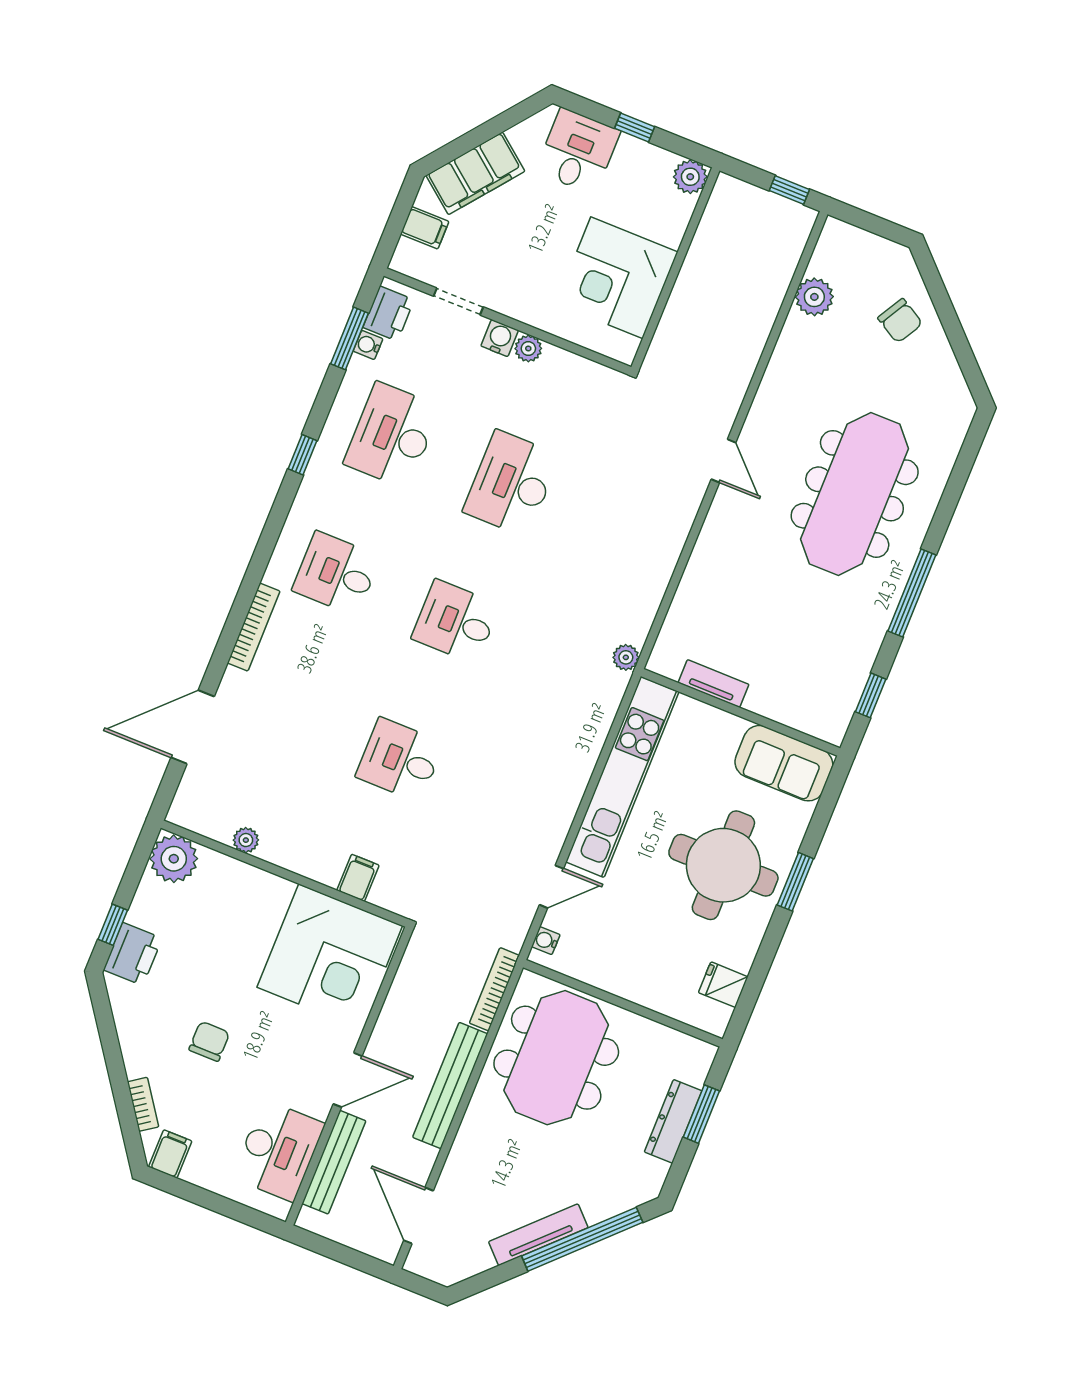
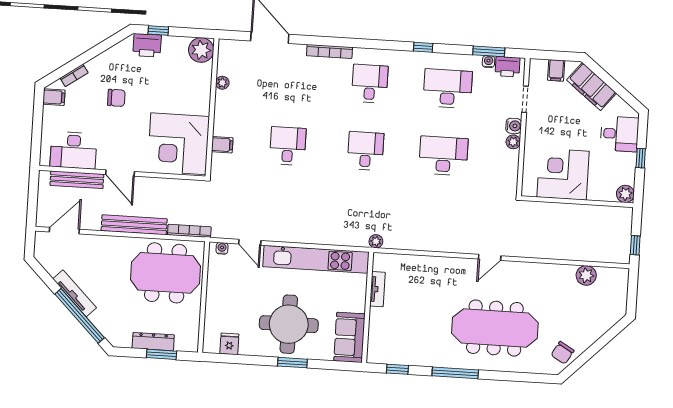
chair: (900, 321) -> (562, 353), moved

